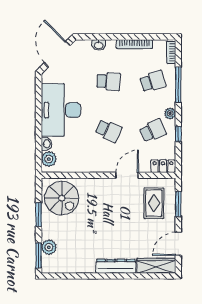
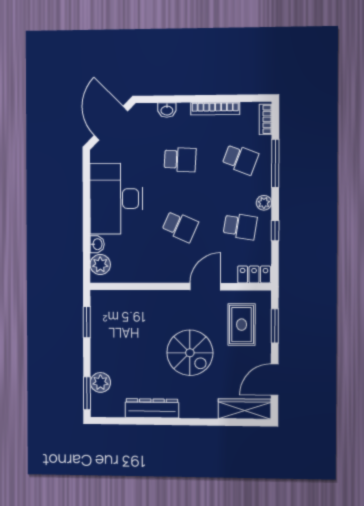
school desk: (153, 81) -> (240, 159), turned 39
school desk: (153, 131) -> (240, 226), turned 33
spiral stairs: (62, 198) -> (190, 353), moved
window: (39, 214) -> (87, 322), moved
dresser: (116, 266) -> (152, 408), moved

